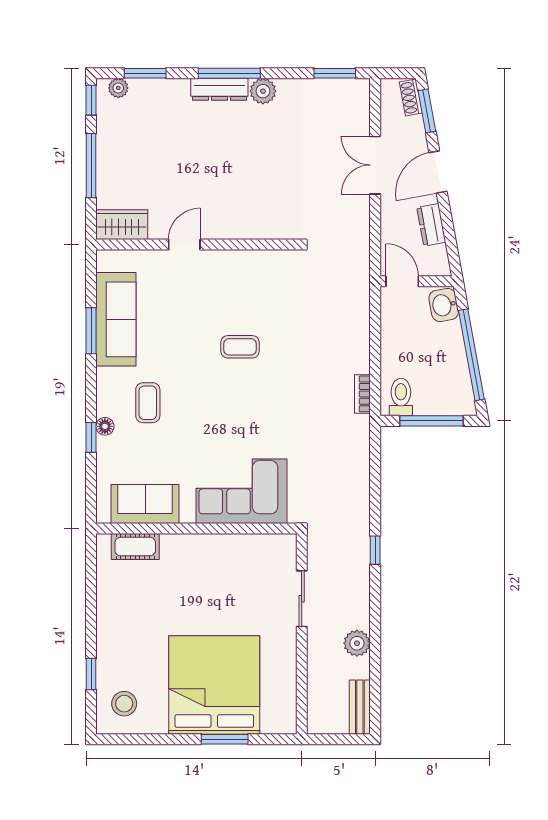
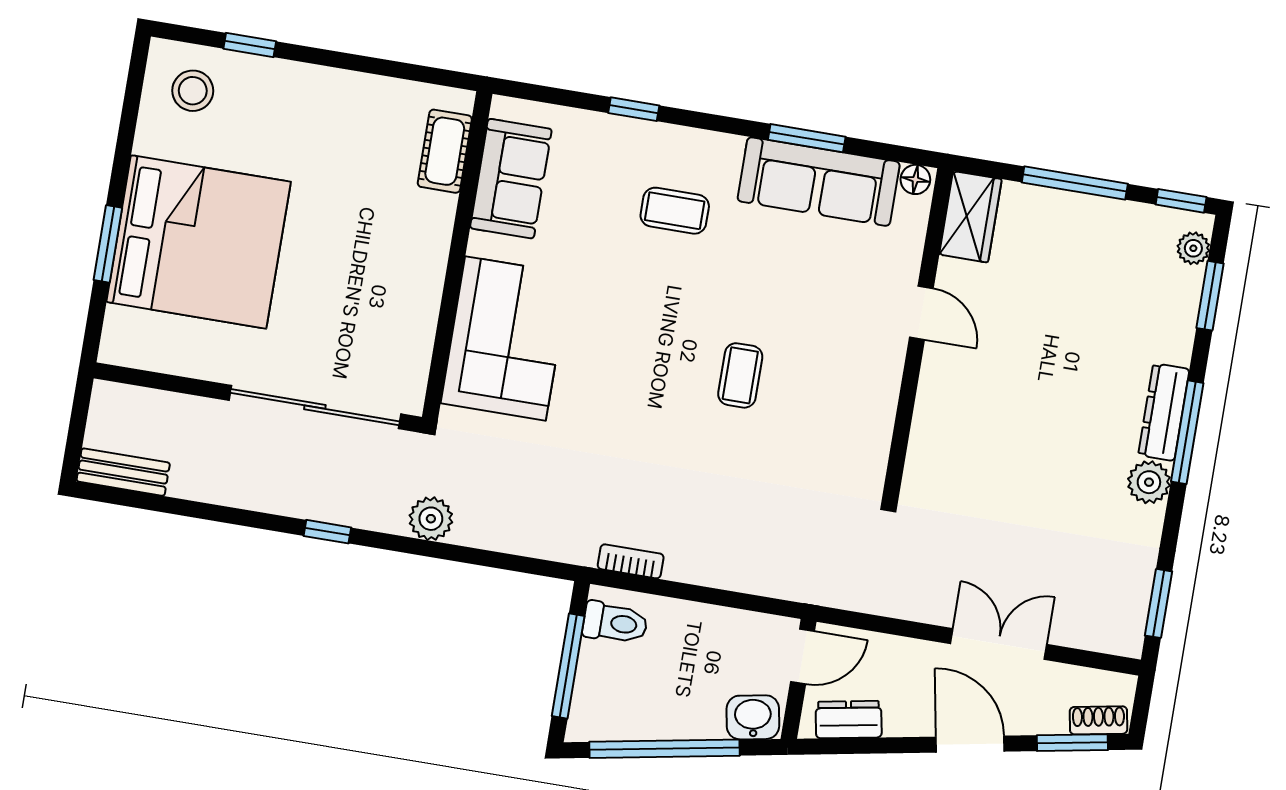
dresser: (431, 225) -> (849, 720), moved
floor lamp: (105, 426) -> (915, 179), moved
window: (375, 550) -> (327, 532), moved
sliding door: (302, 599) -> (315, 407), width x1.86
plant: (357, 643) -> (431, 519), moved

